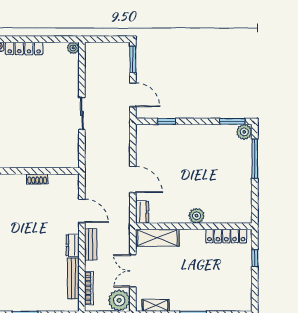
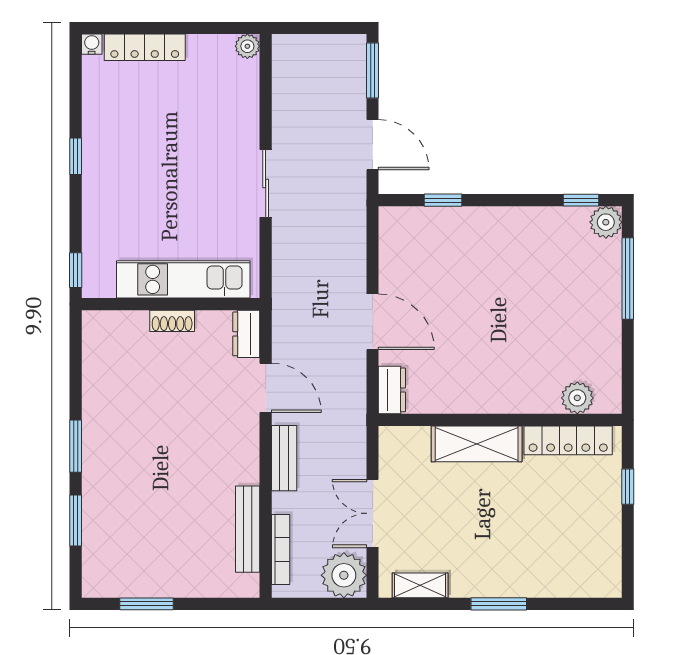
window: (232, 121) -> (581, 200), width x0.67
kitchen unit: (43, 159) -> (183, 279), added
plant: (197, 216) -> (577, 398), moved
shelving: (157, 238) -> (477, 444), moved
dresser: (73, 245) -> (246, 334), moved

